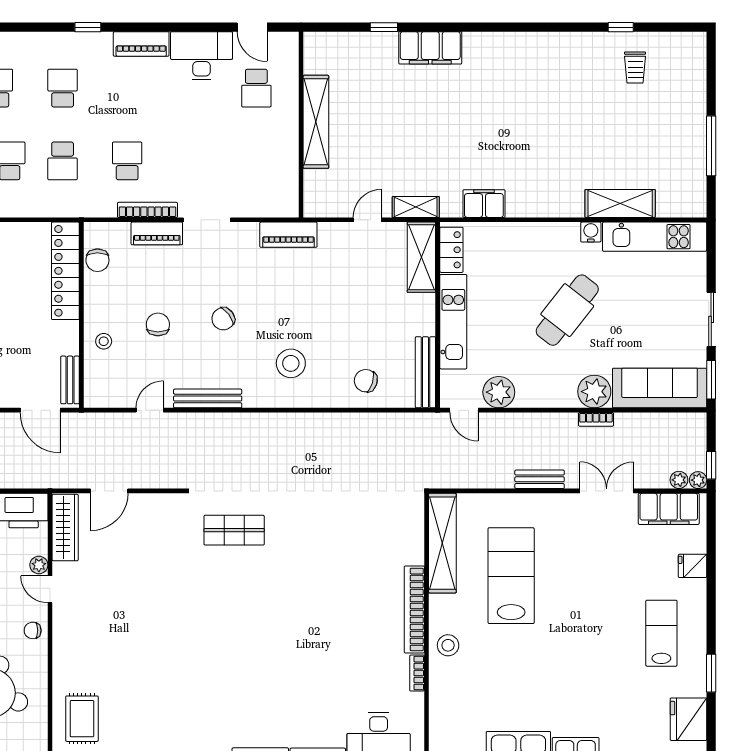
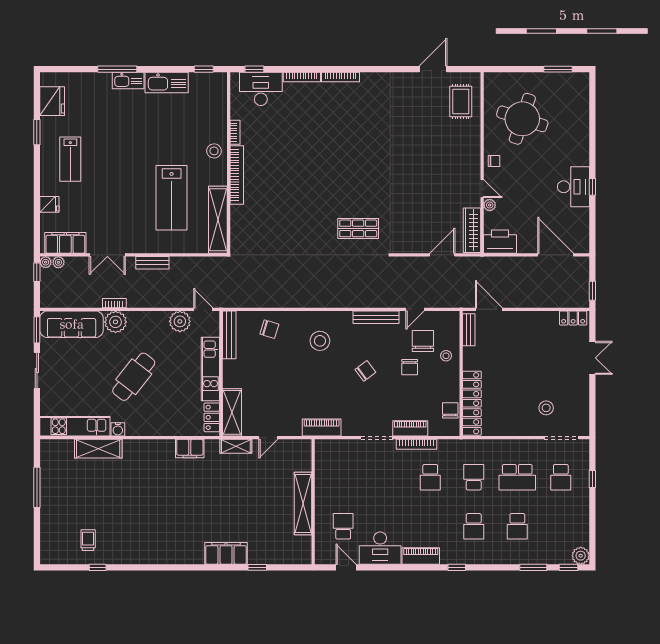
chair: (138, 363) -> (423, 341), added

